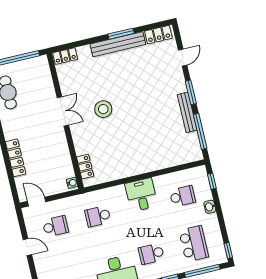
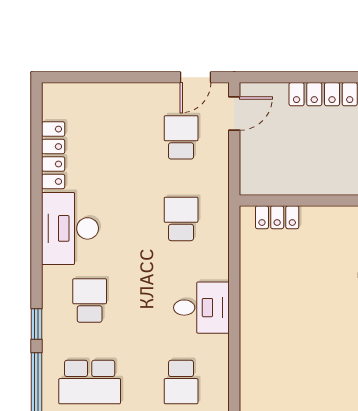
water cooler: (72, 183) -> (253, 186), removed
school desk: (55, 226) -> (181, 137), turned 180
door: (27, 247) -> (195, 77), moved

